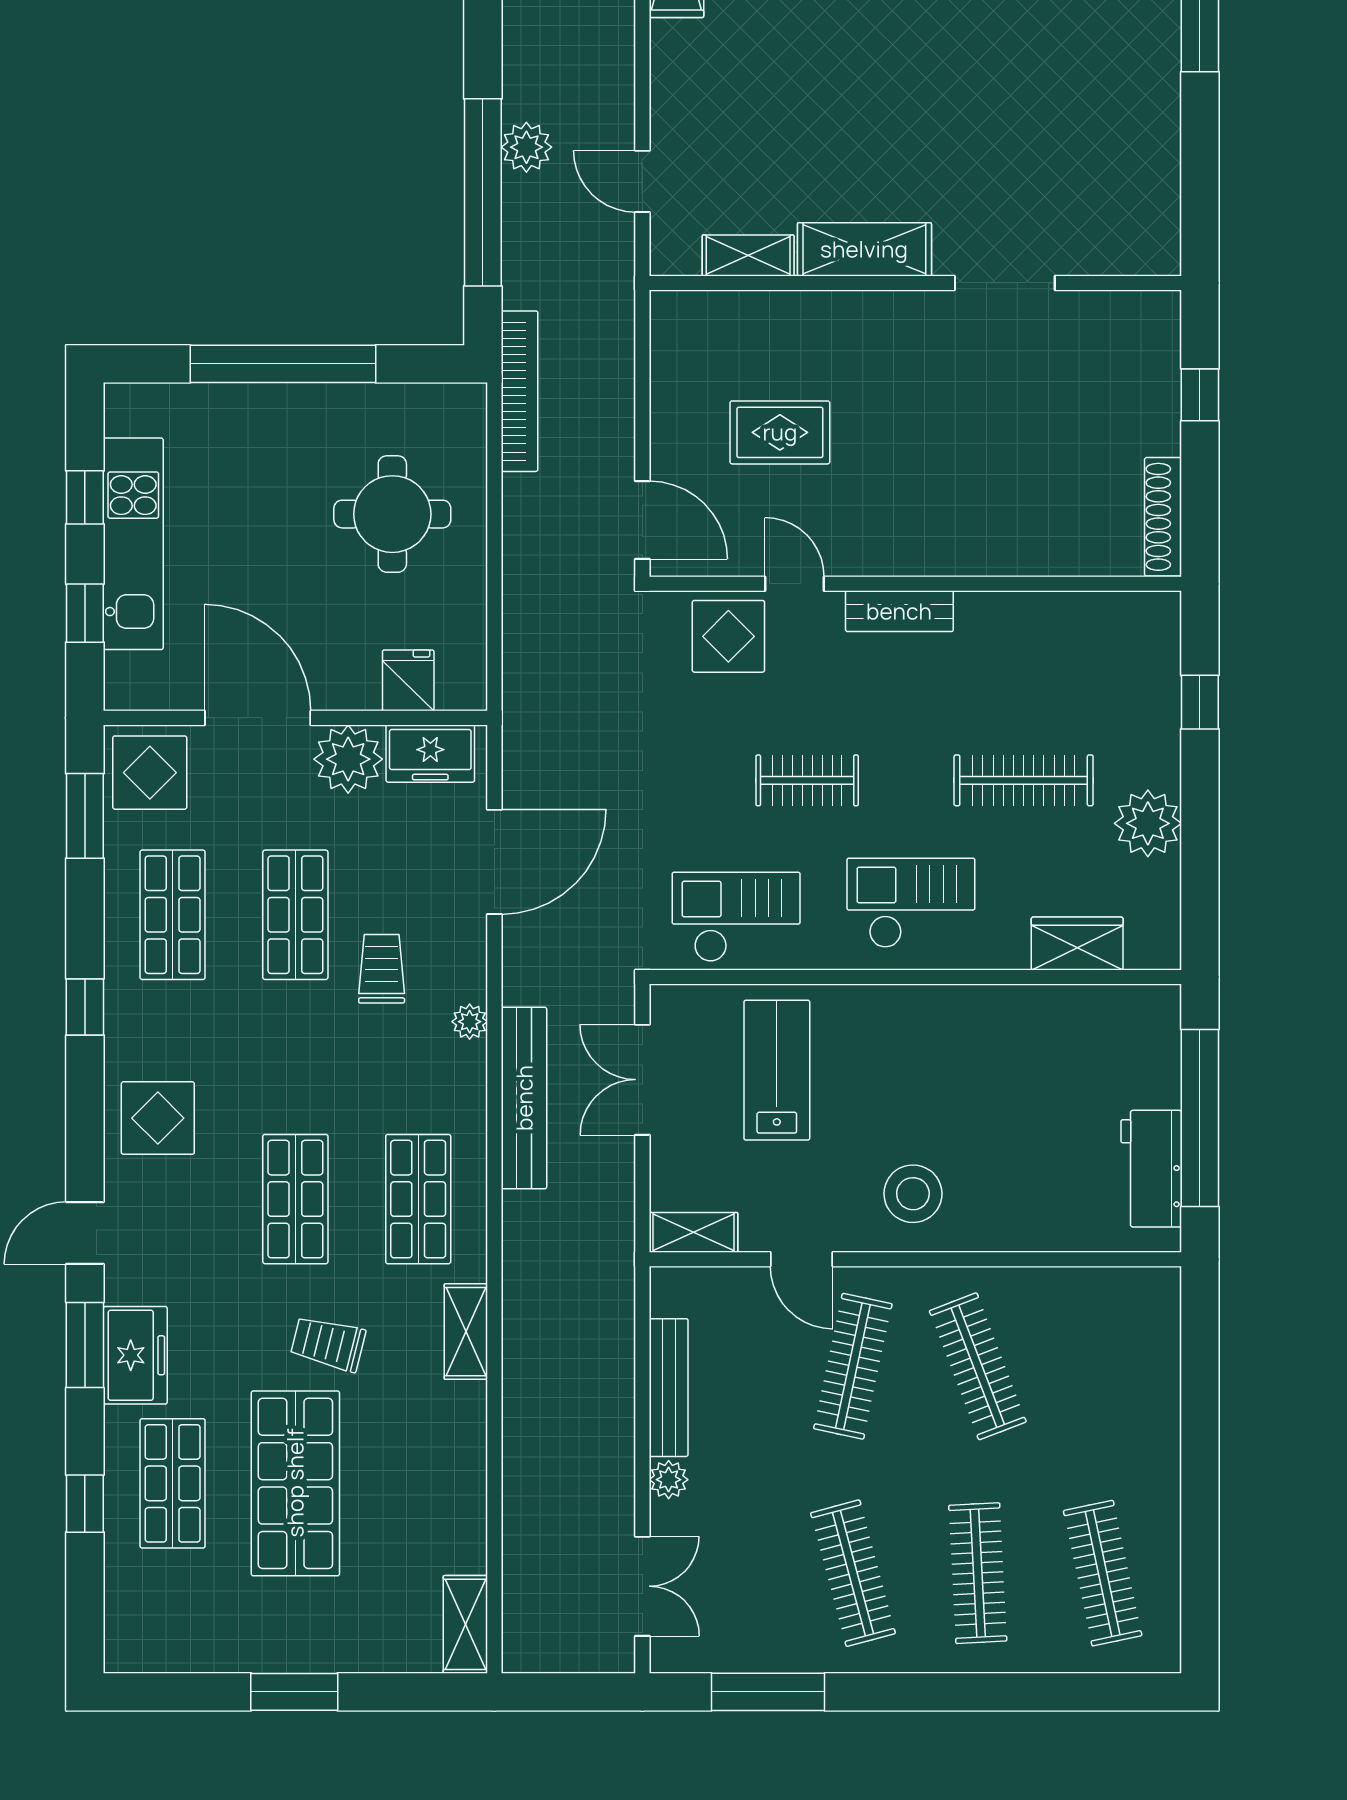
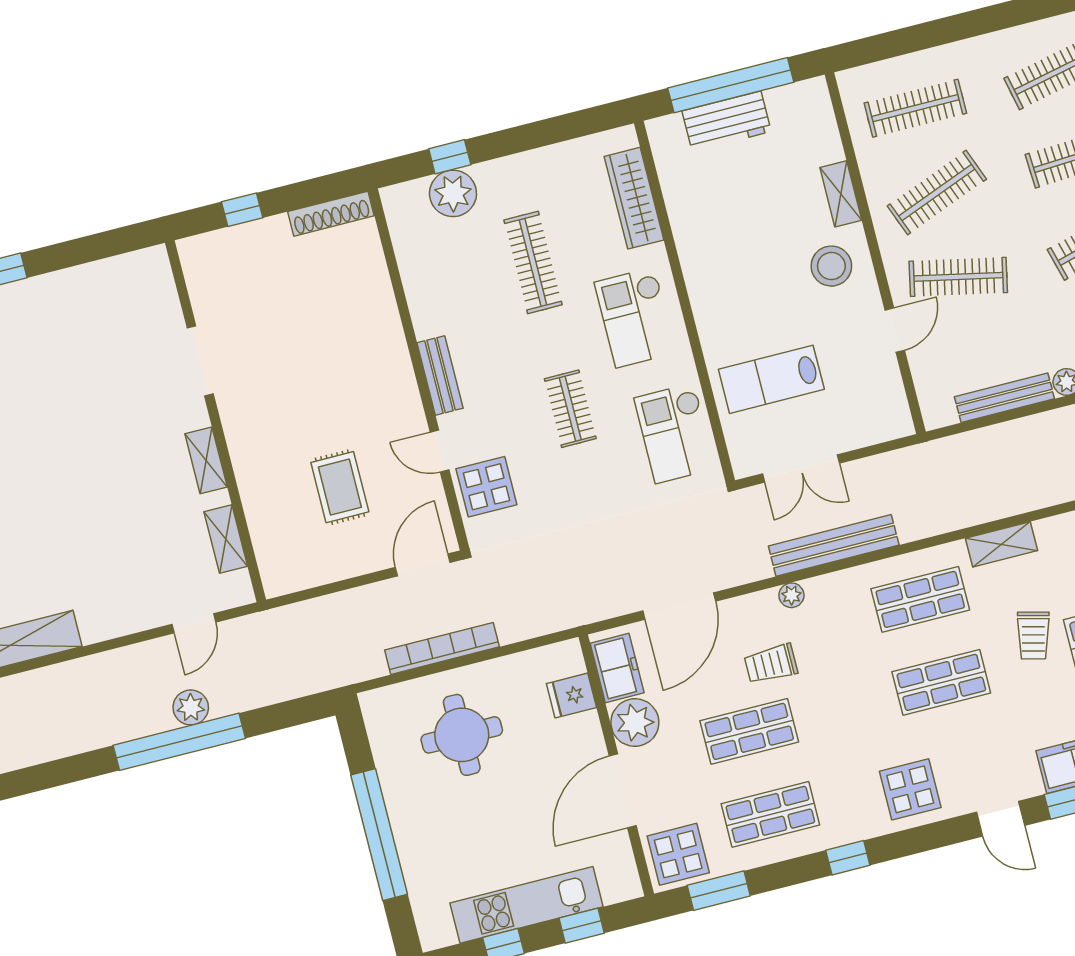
window: (483, 192) -> (179, 742), moved
shelving: (864, 249) -> (206, 460), width x0.67, depth x0.75
bookcase: (520, 391) -> (442, 648), moved
door: (795, 584) -> (440, 451), hinge flipped
plant: (1148, 823) -> (453, 193), moved
door: (494, 862) -> (679, 606), swing flipped
wardrobe: (1077, 944) -> (634, 198), width x1.50
workbench: (1151, 1169) -> (727, 121), moved
shelving: (694, 1232) -> (841, 194), moved
clothes rail: (1103, 1366) -> (915, 108), added

